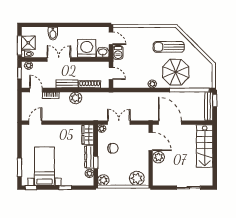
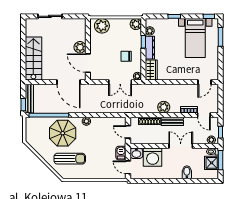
double door: (59, 60) -> (181, 146), swing flipped

